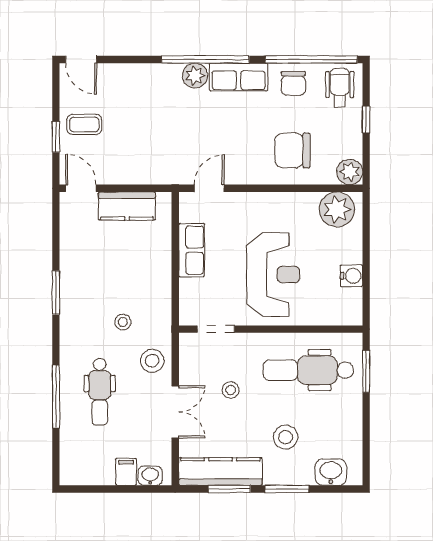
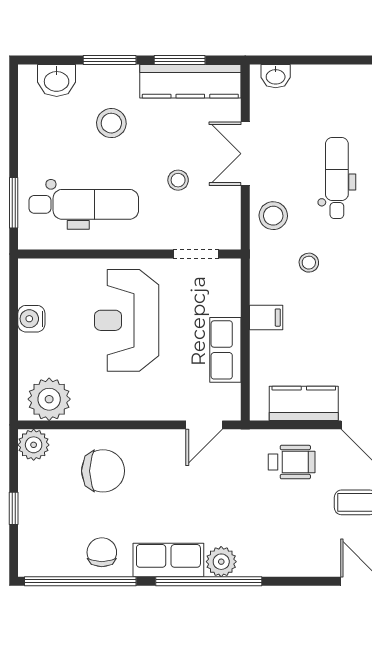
wheelchair: (340, 88) -> (292, 462), moved, turned -90
filing cabinet: (126, 472) -> (266, 318), moved, turned -90

